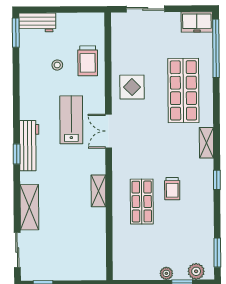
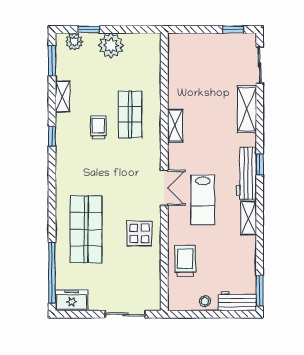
stool: (57, 65) -> (205, 301), moved
shelving: (27, 103) -> (249, 218), added
shelving: (206, 143) -> (62, 96), moved
plant: (166, 273) -> (111, 45), width x1.87, depth x1.87

